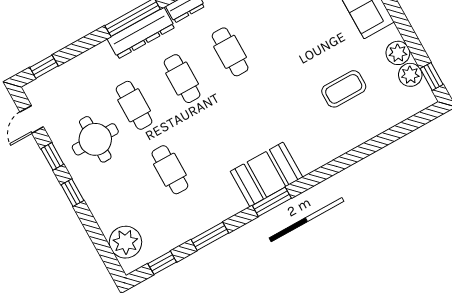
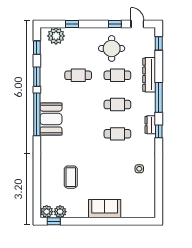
dresser: (141, 33) -> (149, 75), moved
plant: (398, 53) -> (47, 212), moved
window: (72, 193) -> (72, 24), moved
window: (272, 202) -> (37, 114), width x2.11

